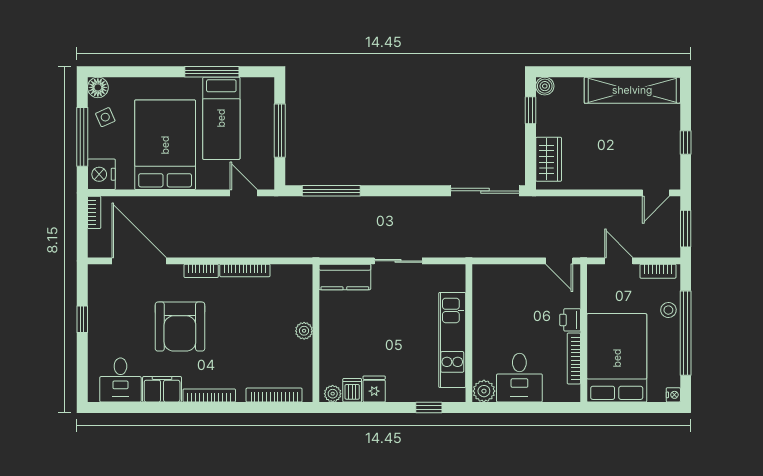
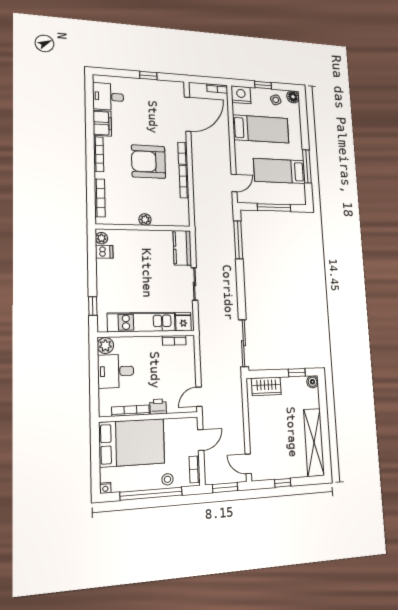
window: (82, 137) -> (263, 85), width x0.46
bed: (165, 145) -> (261, 129), width x0.67
bookcase: (479, 294) -> (174, 340), added
armchair: (180, 327) -> (149, 162), moved
fridge: (374, 389) -> (183, 322), moved, turned -90

